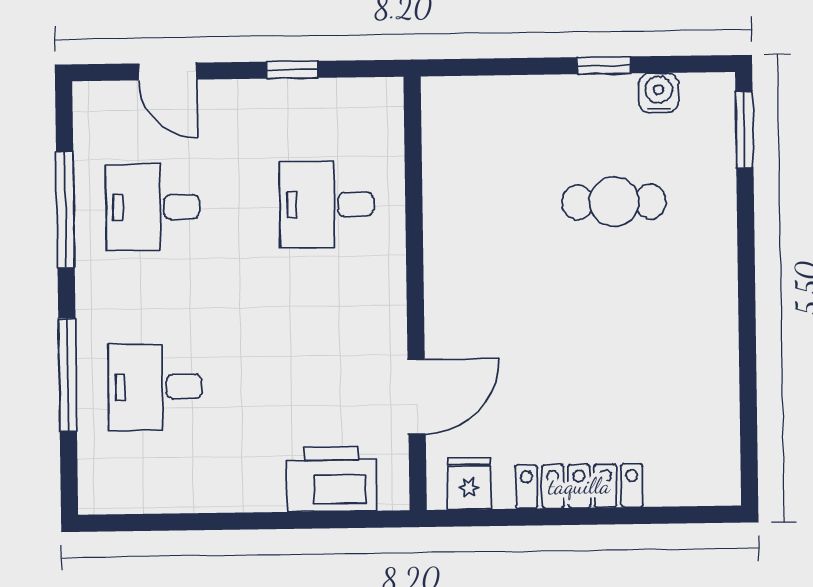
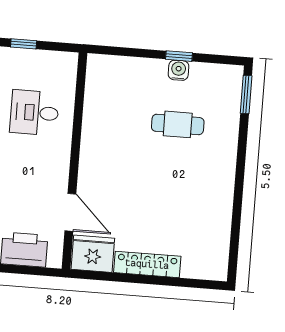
water cooler: (659, 93) -> (178, 70), moved
door: (417, 397) -> (70, 212), hinge flipped
fridge: (469, 484) -> (93, 254), width x1.88, depth x1.34

